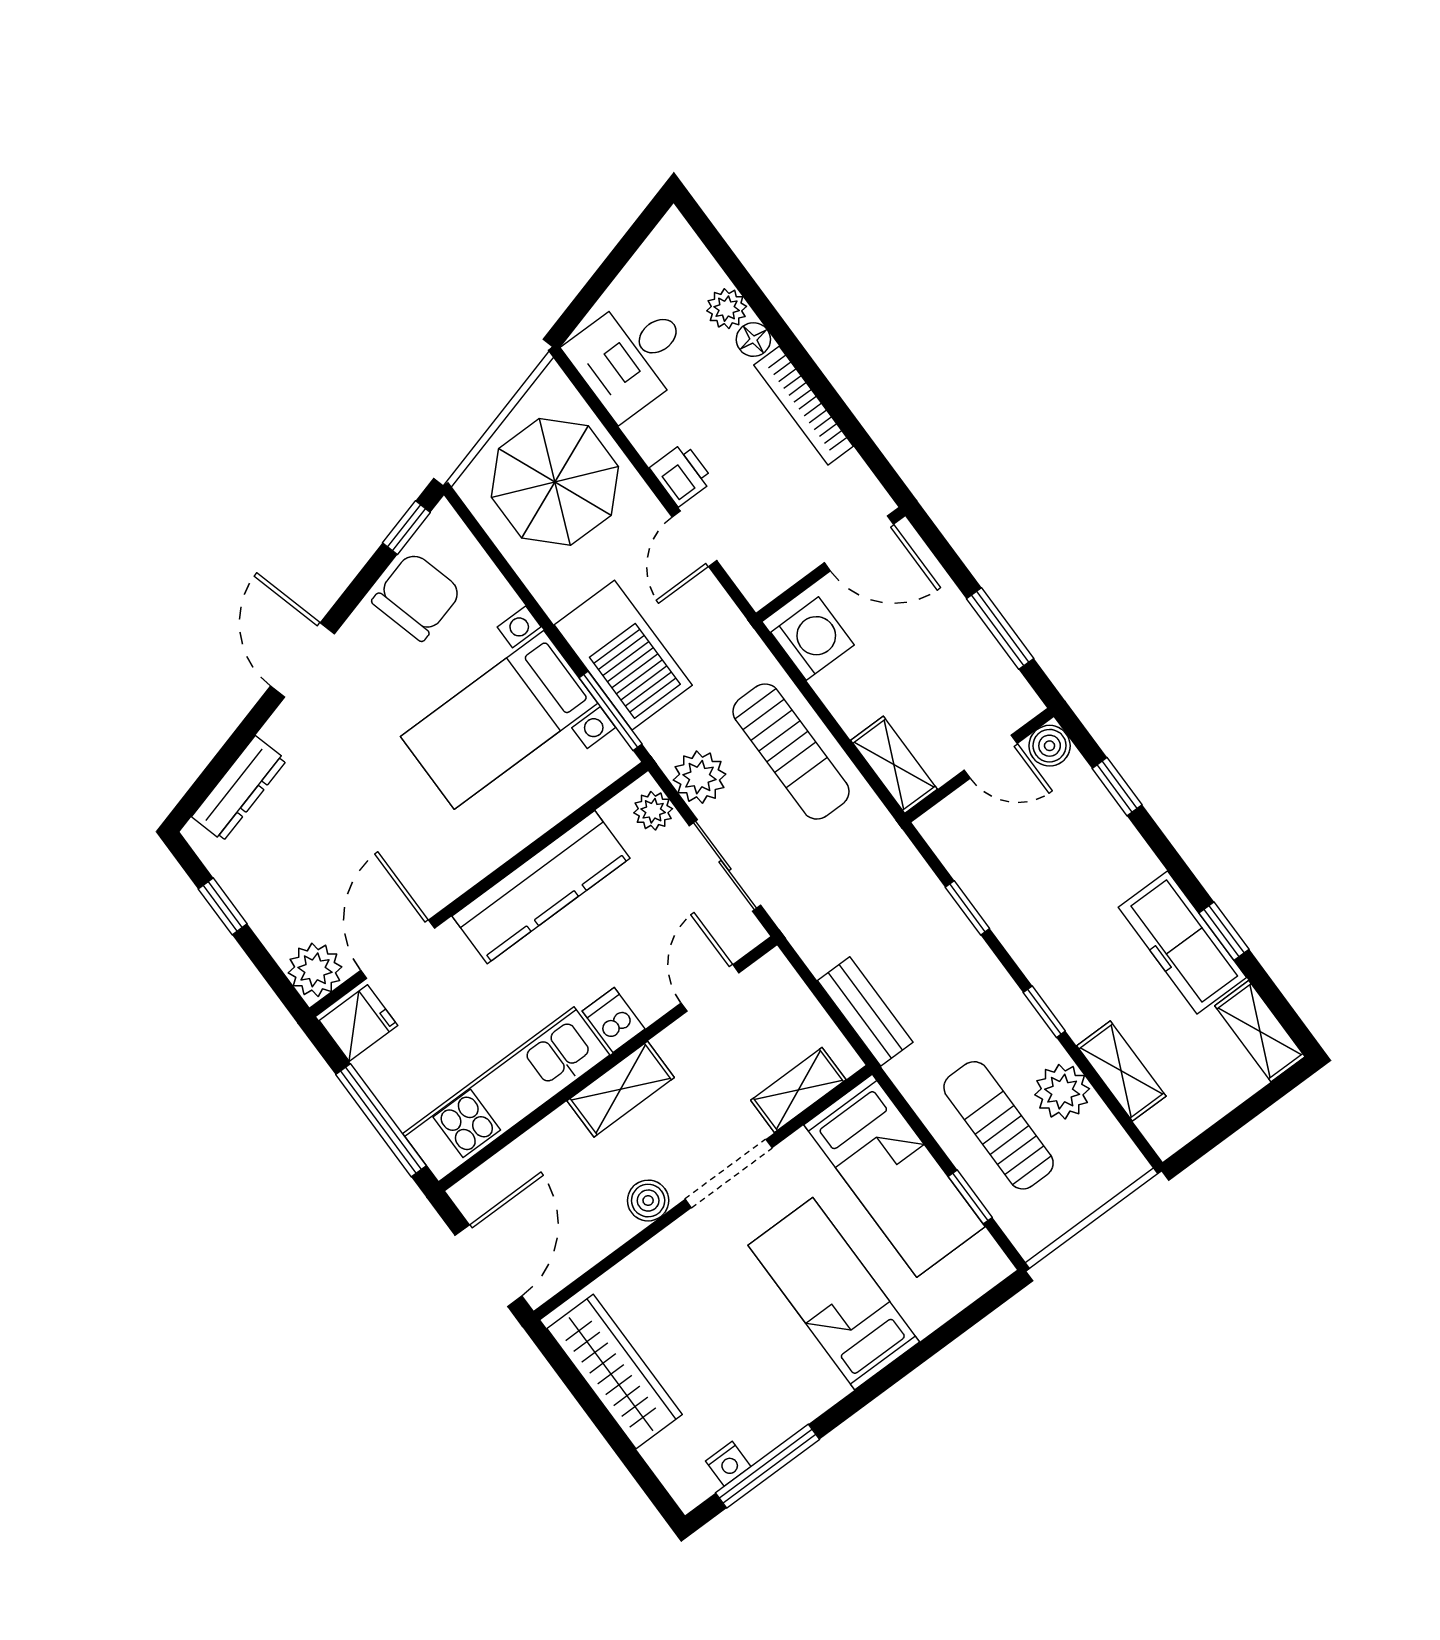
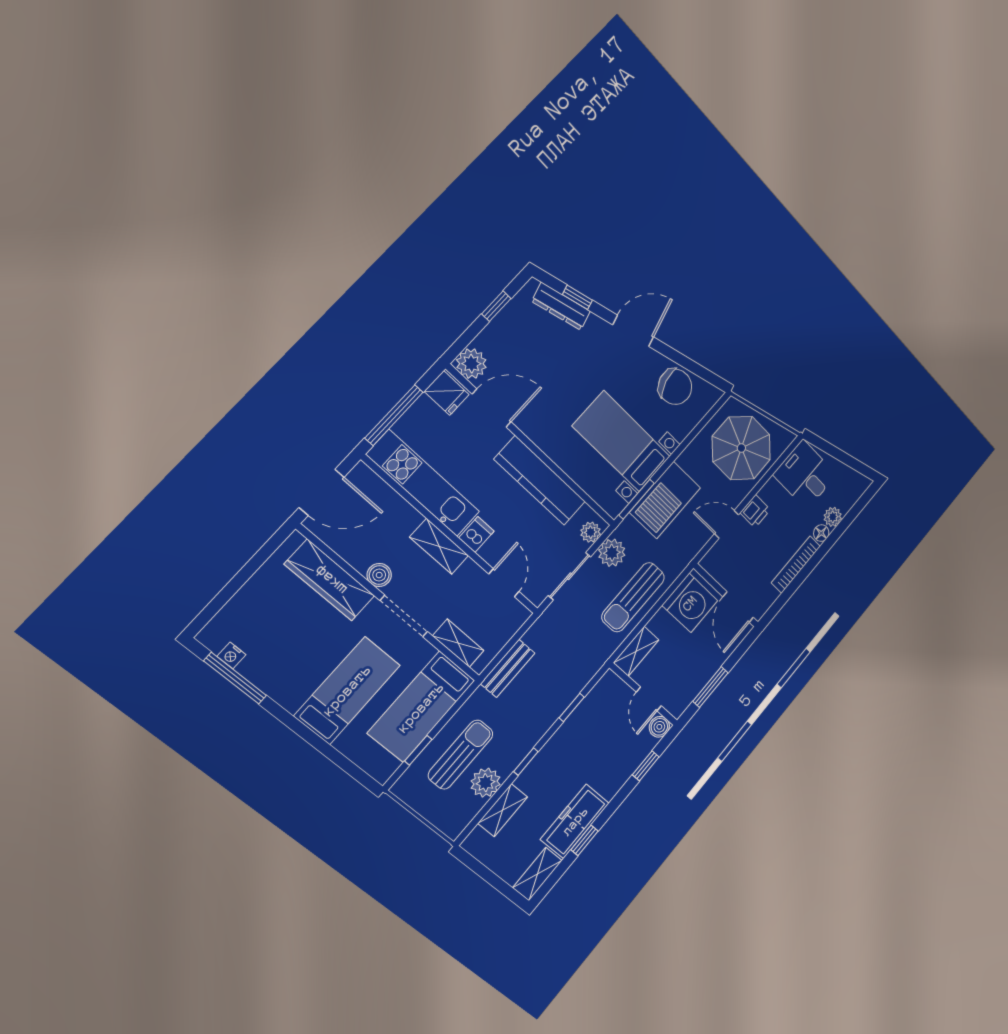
window: (406, 528) -> (577, 297), moved
washing machine: (812, 639) -> (690, 603), width x1.37, depth x1.37
door: (710, 988) -> (504, 583), hinge flipped
wardrobe: (615, 1371) -> (330, 580), moved, turned 90

